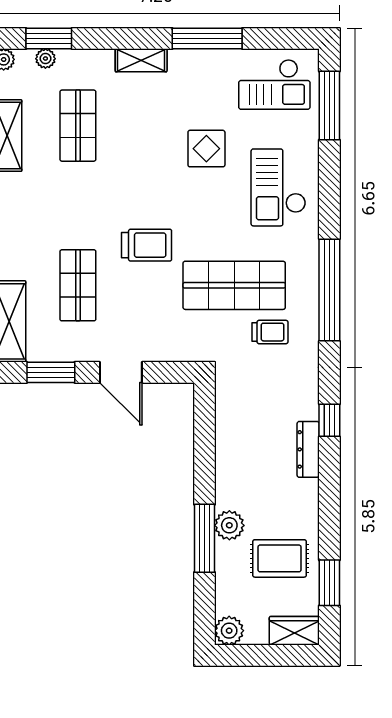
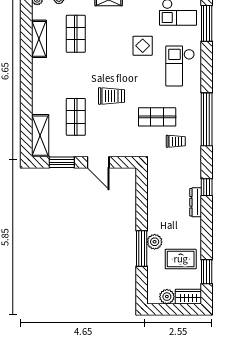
shop shelf: (234, 285) -> (157, 117), width x0.70, depth x0.74
plant: (229, 631) -> (167, 297), moved

